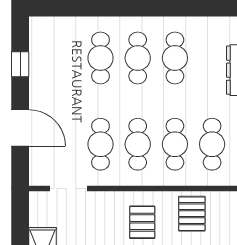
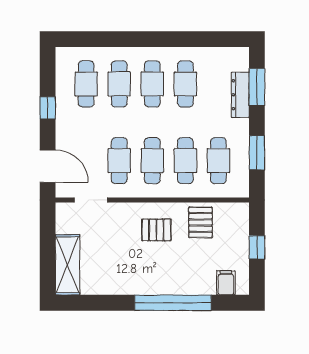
cafe table: (63, 58) -> (86, 84), added
window: (20, 64) -> (48, 108), moved
door: (20, 128) -> (48, 166), moved
pallet: (142, 222) -> (156, 230), turned 90

